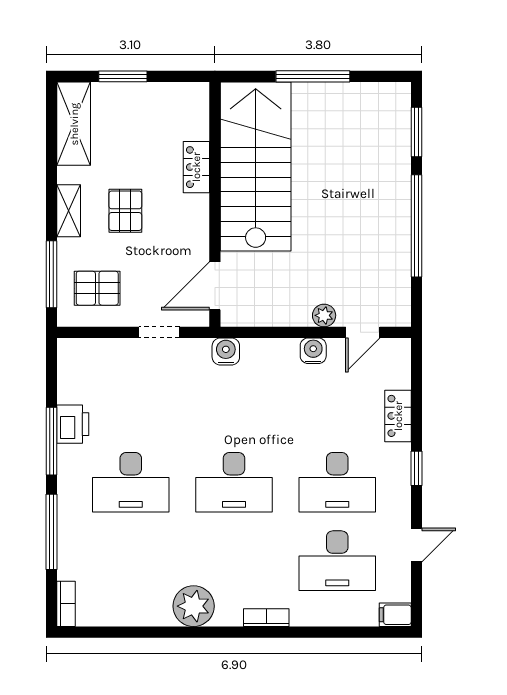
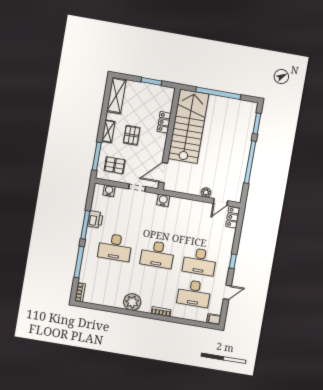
window: (123, 76) -> (151, 81), moved
window: (313, 76) -> (218, 93), width x1.46
water cooler: (313, 351) -> (109, 191), moved
locker: (398, 416) -> (233, 217), moved

